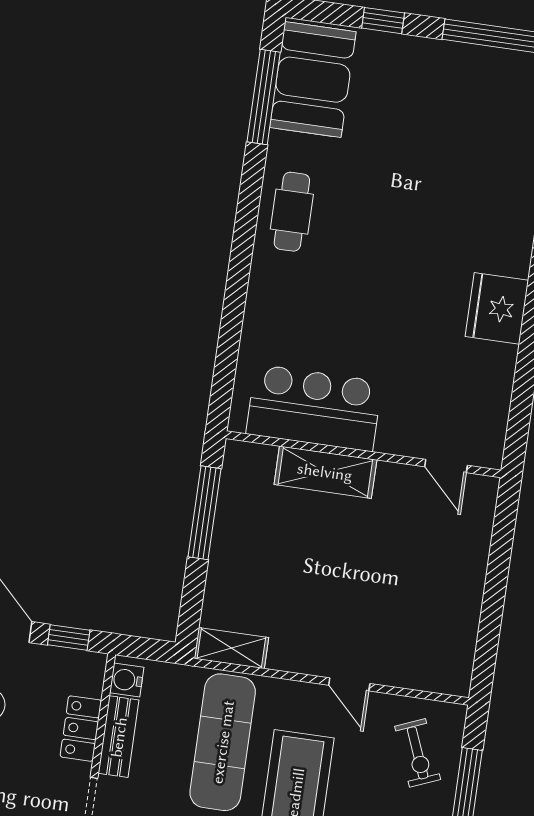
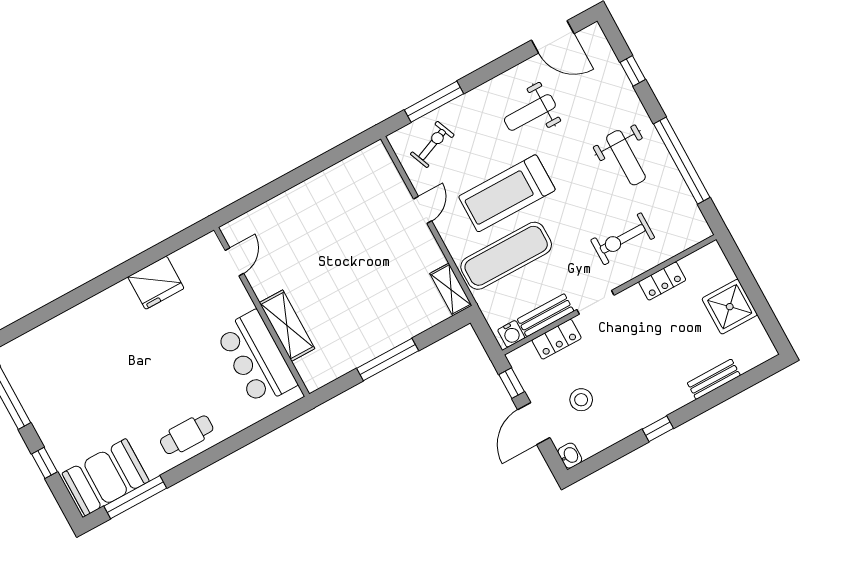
bar counter: (314, 408) -> (256, 358), moved
wall: (364, 454) -> (262, 312), moved
door: (446, 466) -> (234, 262), moved
shelving: (325, 472) -> (287, 326), moved

